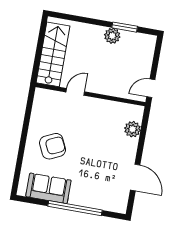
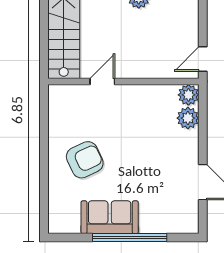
plant: (136, 113) -> (188, 95), added
sofa: (48, 188) -> (110, 217), moved

